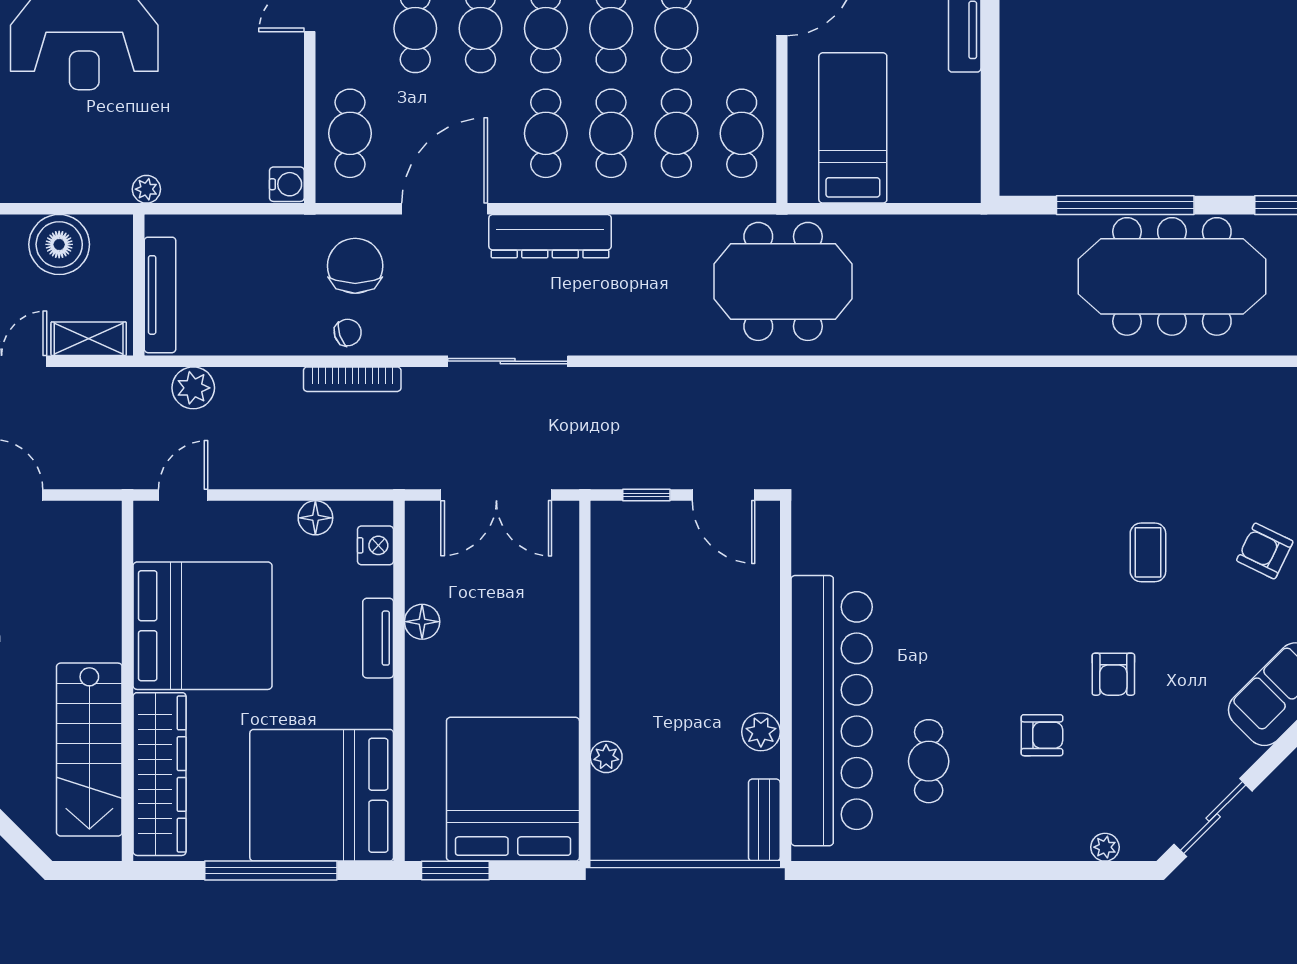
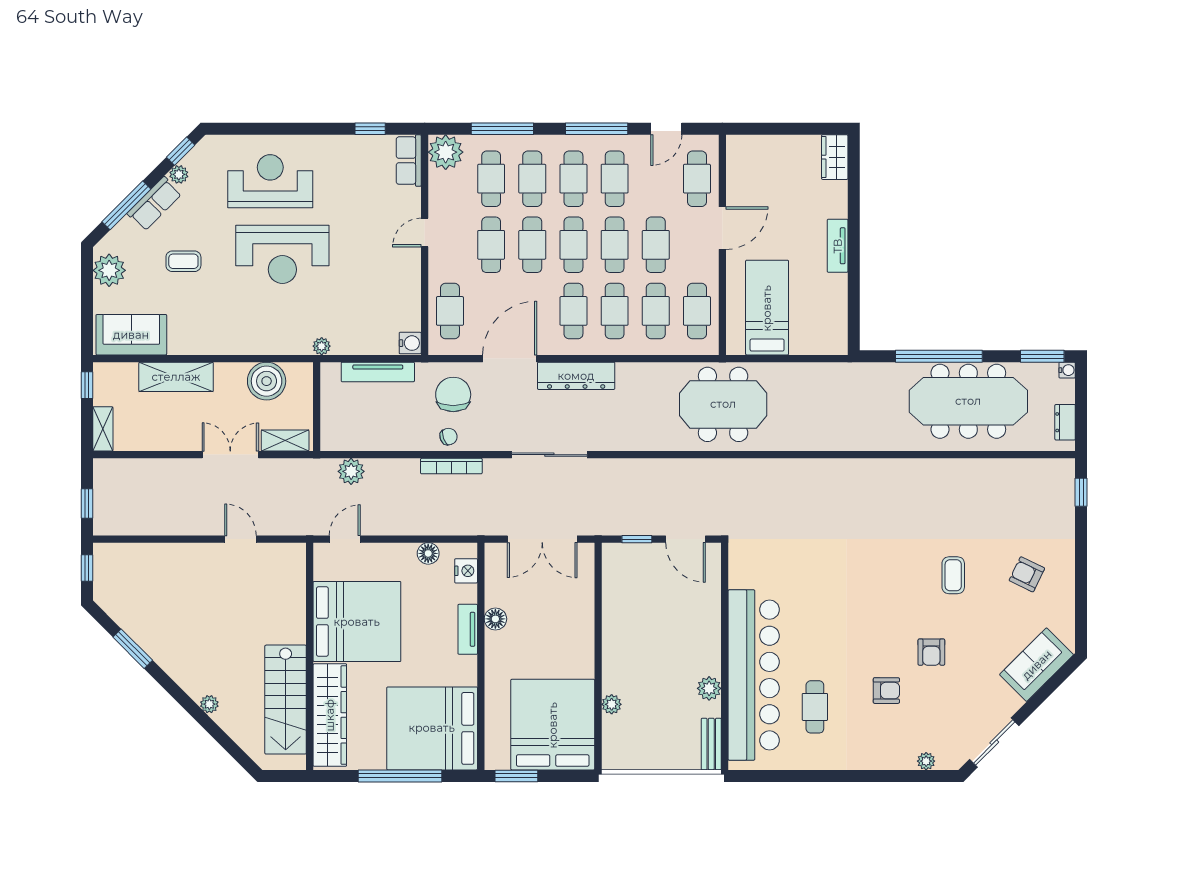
tv unit: (160, 295) -> (378, 372), moved, turned 90

